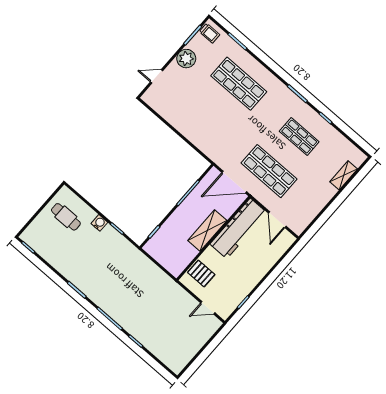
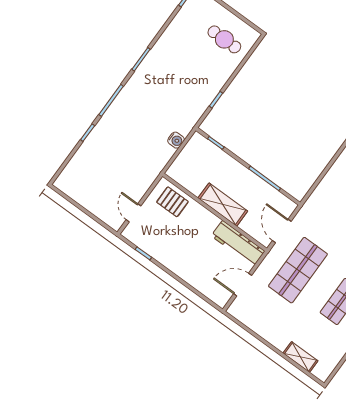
door: (234, 182) -> (282, 231), width x0.73
cafe table: (66, 217) -> (224, 39), turned 90
water cooler: (99, 223) -> (176, 140), moved
workbench: (238, 228) -> (238, 244), width x0.73, depth x0.76
pallet: (201, 274) -> (172, 202), turned 90

